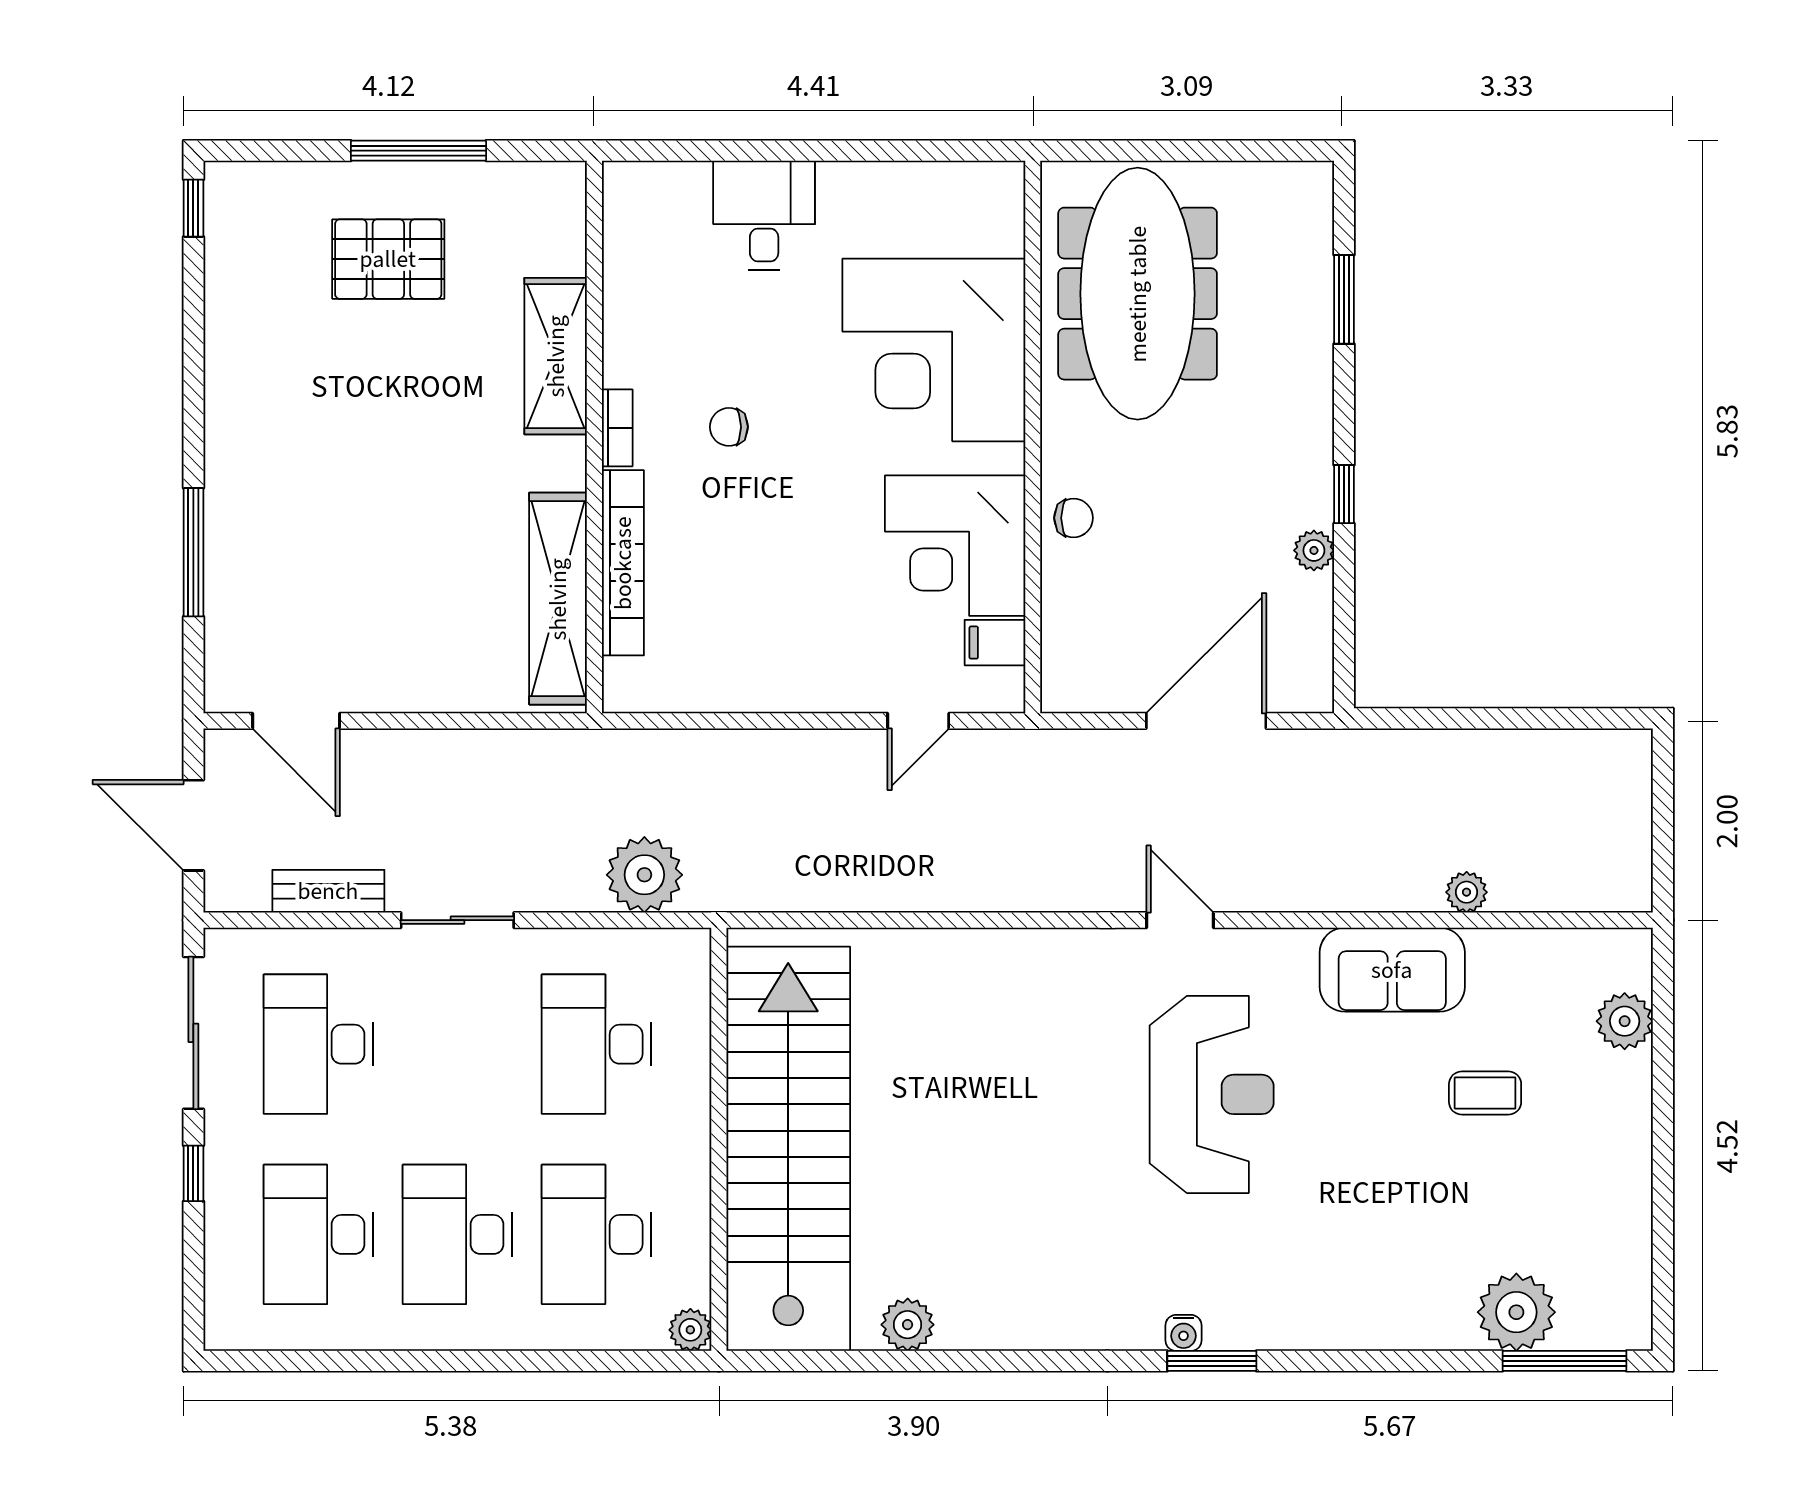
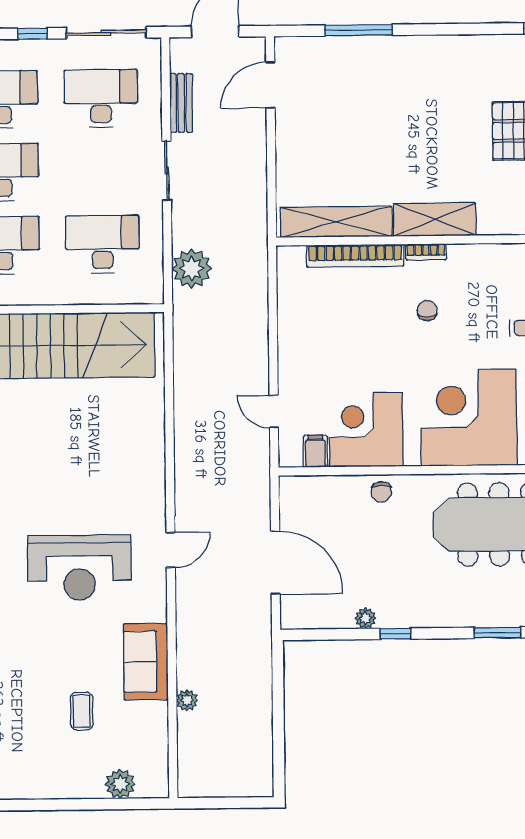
shelving: (556, 356) -> (435, 220), moved

